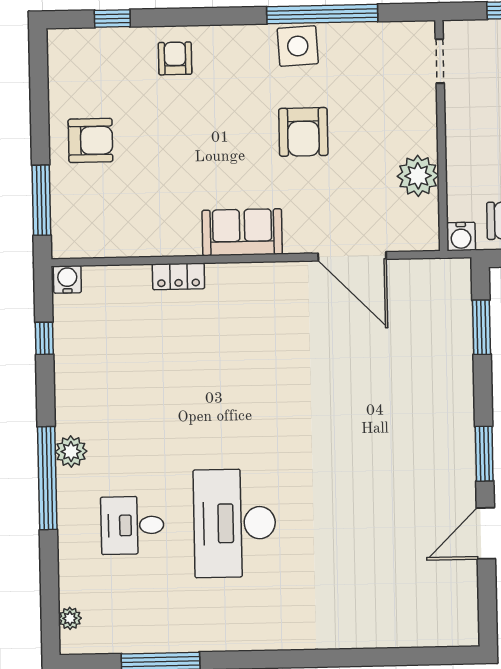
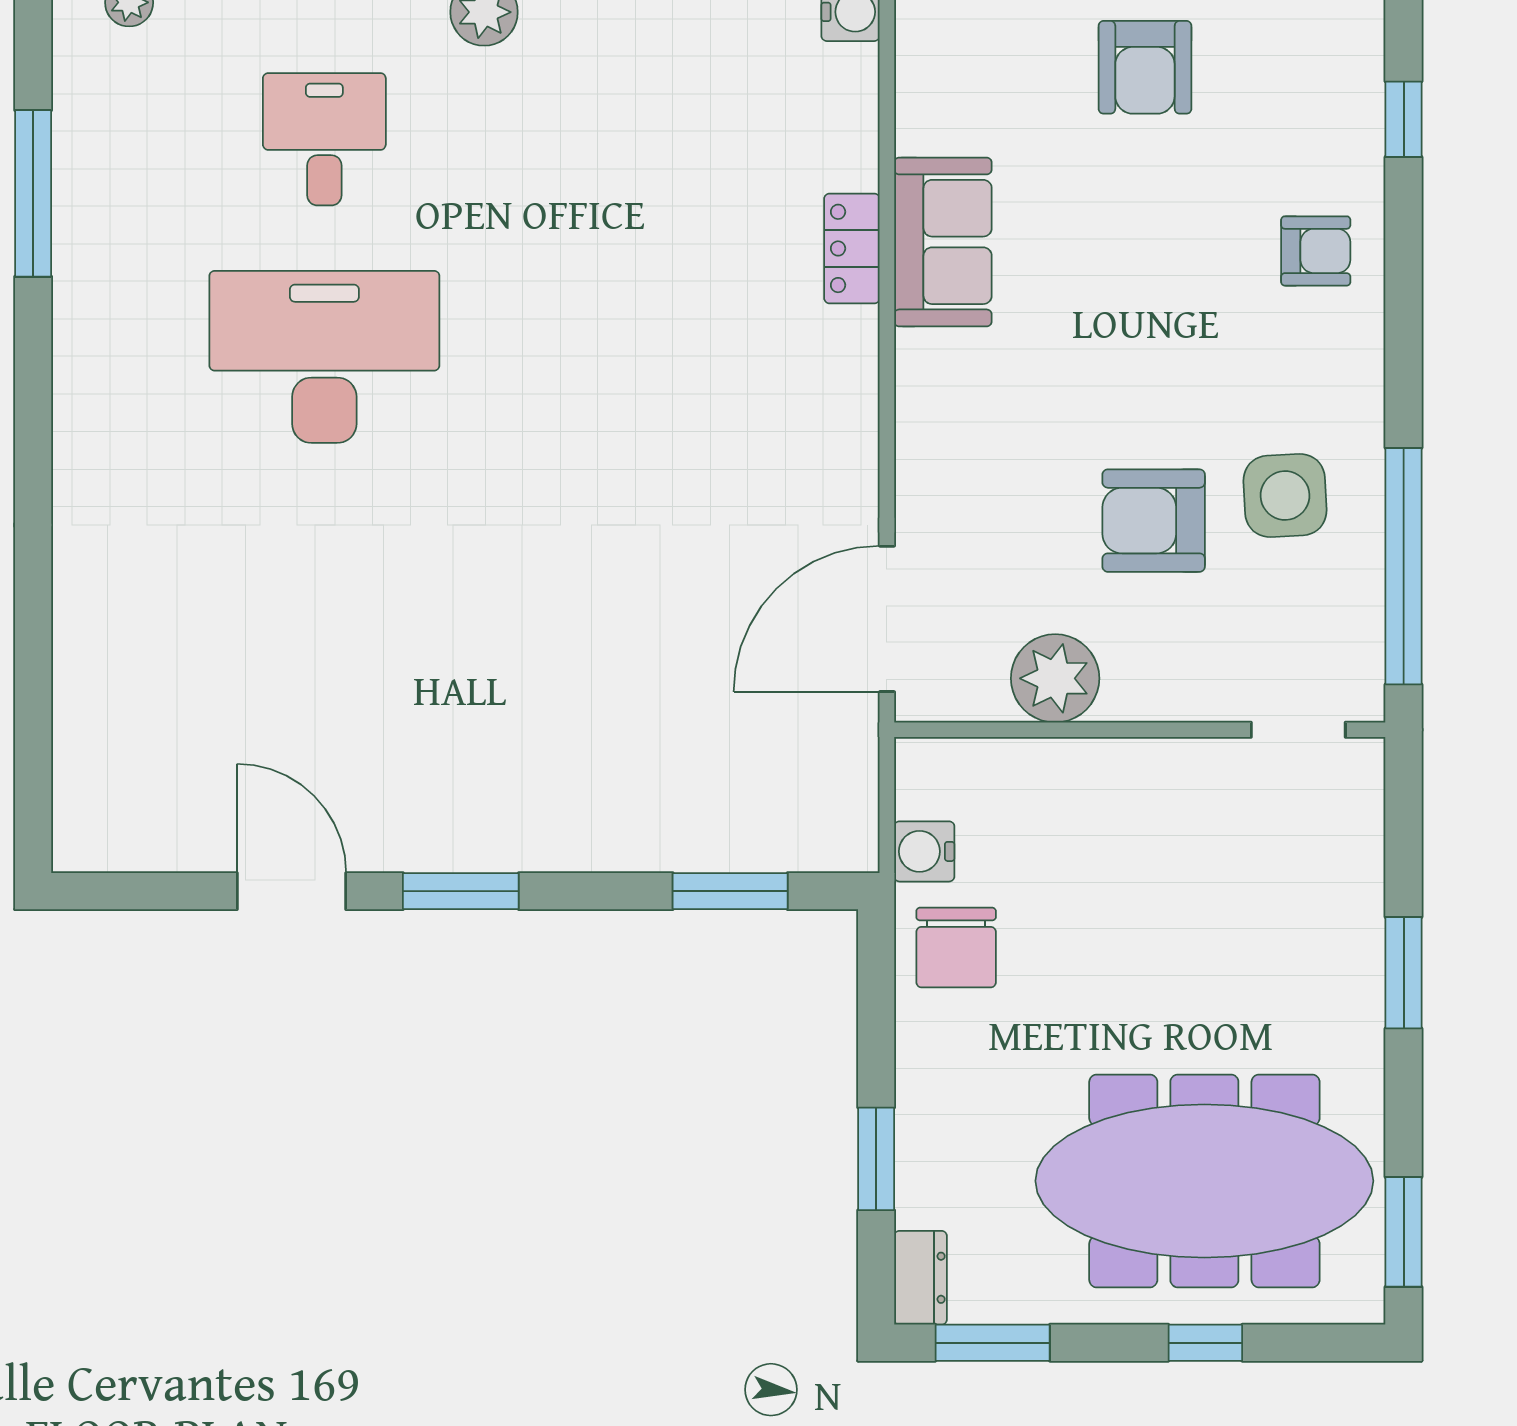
side table: (298, 46) -> (1285, 495), moved
doorway: (440, 61) -> (1298, 730), moved
wall: (441, 136) -> (1140, 730), moved
plant: (418, 176) -> (1055, 678), moved
sofa: (242, 232) -> (943, 242), moved

